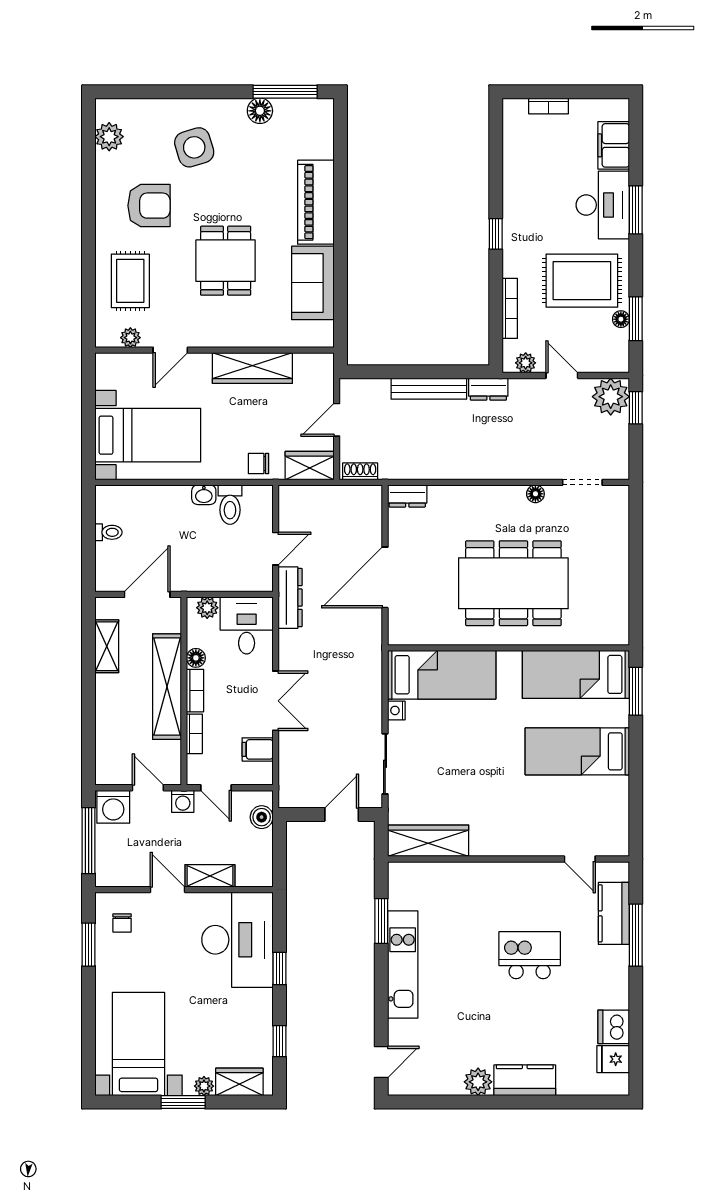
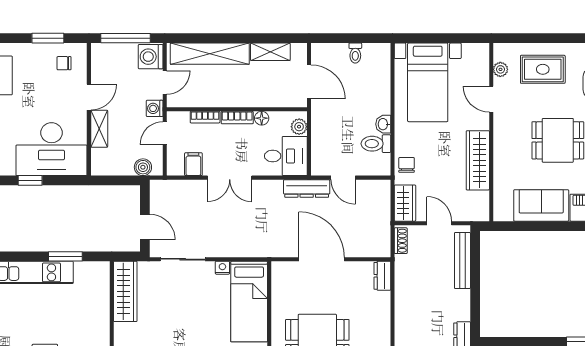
bench: (429, 389) -> (462, 261), moved
shelving: (167, 687) -> (210, 54), moved

